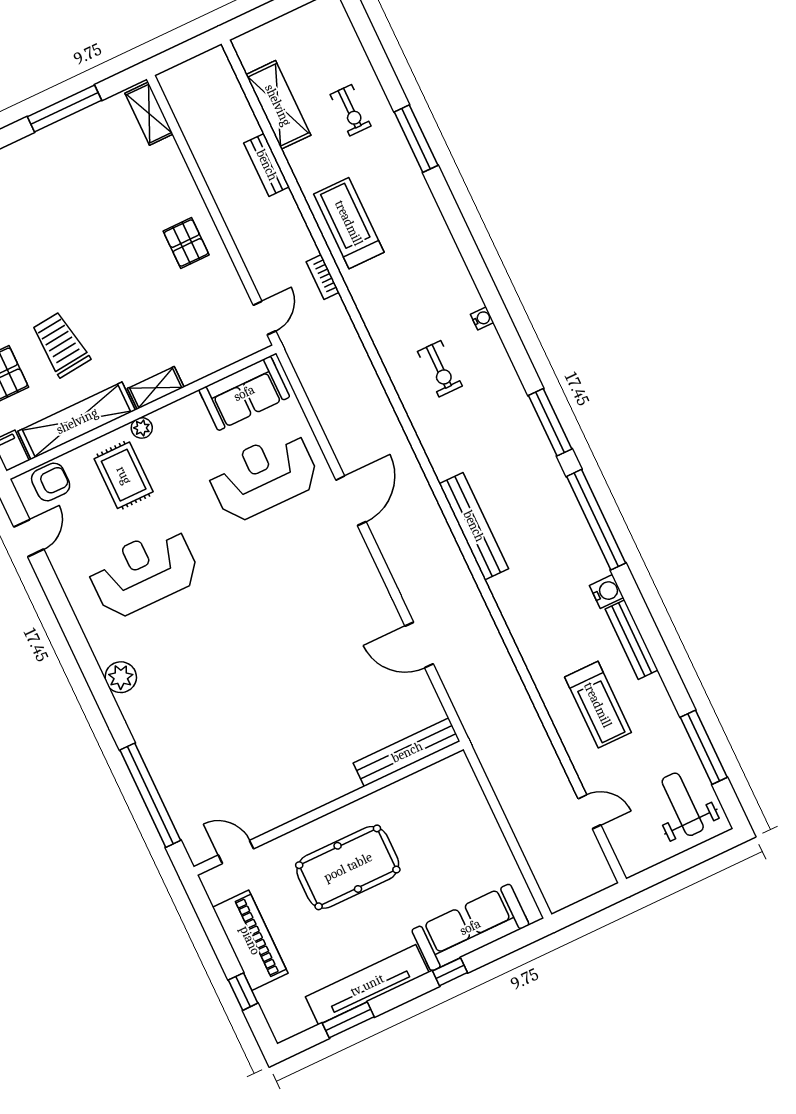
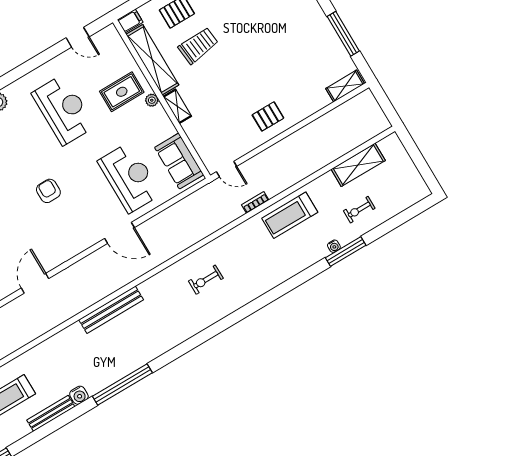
bench: (267, 165) -> (321, 161), removed
treadmill: (349, 223) -> (290, 215), turned 180
water cooler: (482, 318) -> (334, 246), moved
window: (550, 422) -> (179, 350), removed
armchair: (51, 482) -> (48, 191), moved, turned 180

